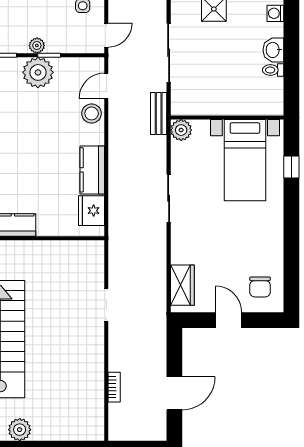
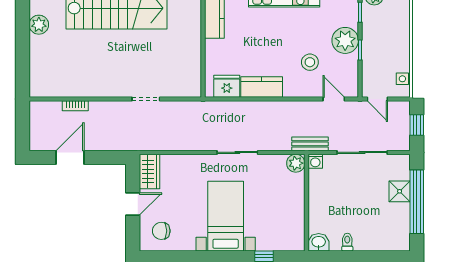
washing machine: (275, 13) -> (315, 161), moved, turned 180
plant: (37, 45) -> (368, 39), removed
washbasin: (273, 50) -> (319, 242), moved
stool: (92, 113) -> (310, 62), moved
bed with nightstands: (245, 160) -> (226, 216), moved, turned 90
wardrobe: (182, 285) -> (150, 172), moved, turned -90
door: (174, 393) -> (70, 158), swing flipped

